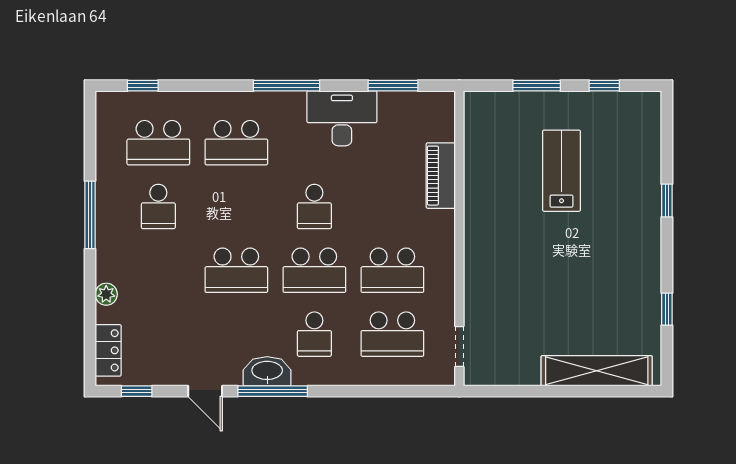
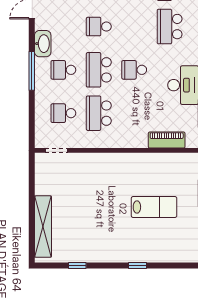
piano: (441, 176) -> (167, 140), moved
school desk: (236, 270) -> (99, 27), width x0.54
school desk: (392, 334) -> (63, 113), width x0.54
window: (273, 391) -> (32, 71), moved

